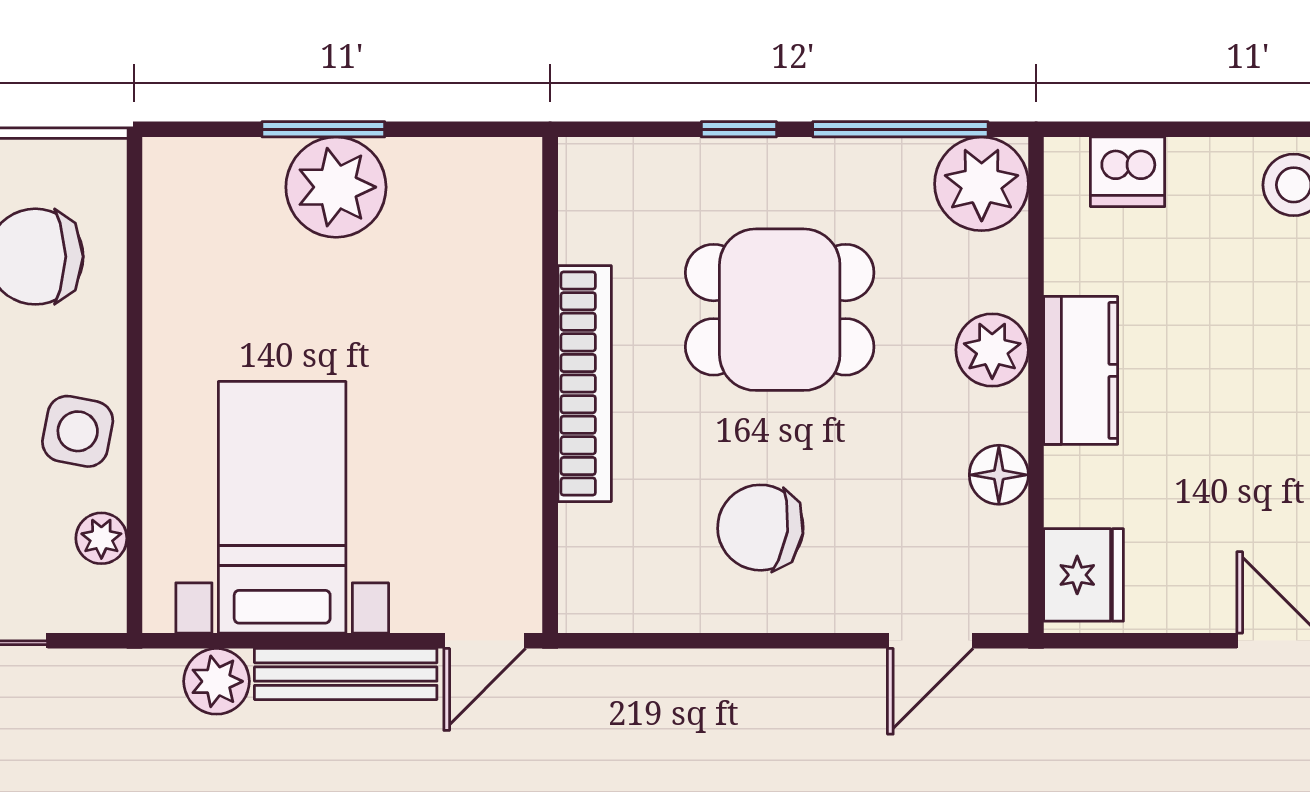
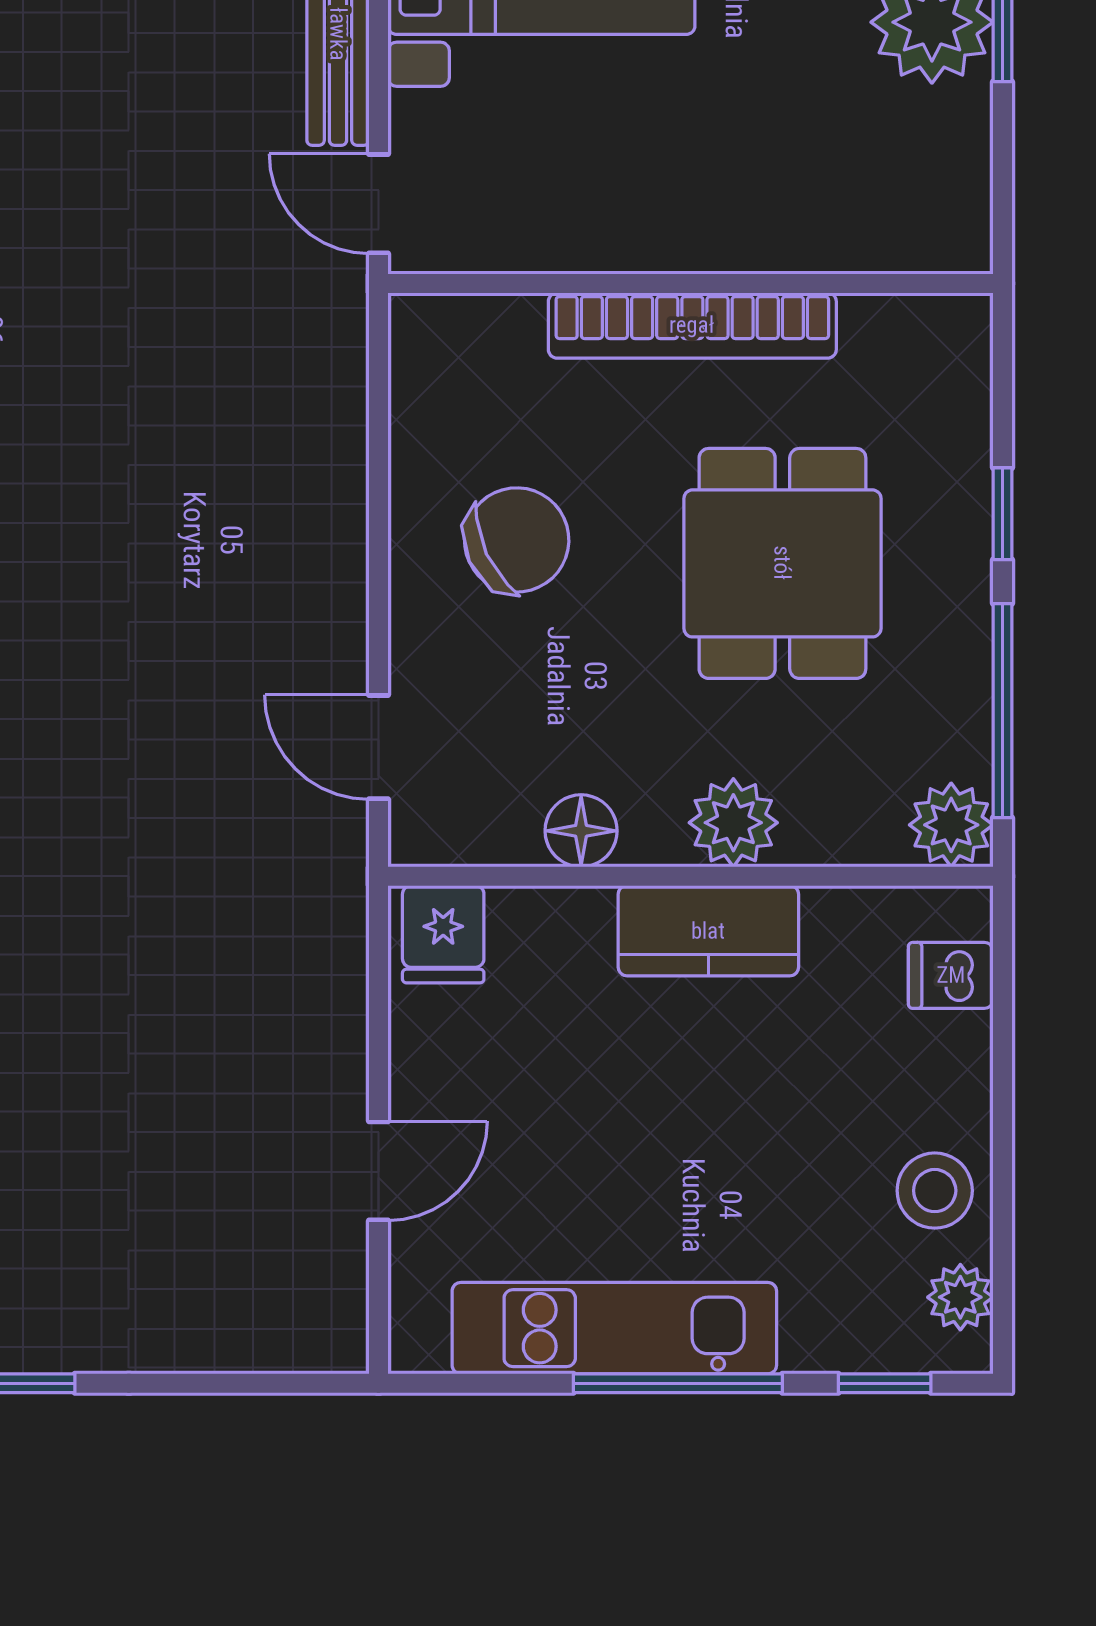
dishwasher: (1128, 172) -> (951, 975), width x0.73
plant: (982, 184) -> (951, 825), width x0.73, depth x0.73
chair: (760, 528) -> (517, 540), turned 57
fridge: (1084, 575) -> (443, 934), width x0.72

